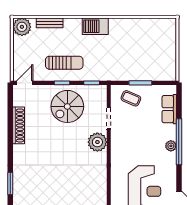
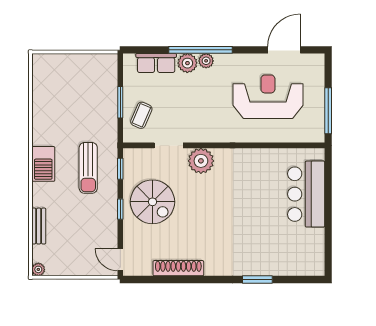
plant: (22, 27) -> (38, 269), width x0.53, depth x0.53
sun lounger: (64, 63) -> (88, 168), moved, turned 180
plant: (169, 132) -> (187, 63), added

